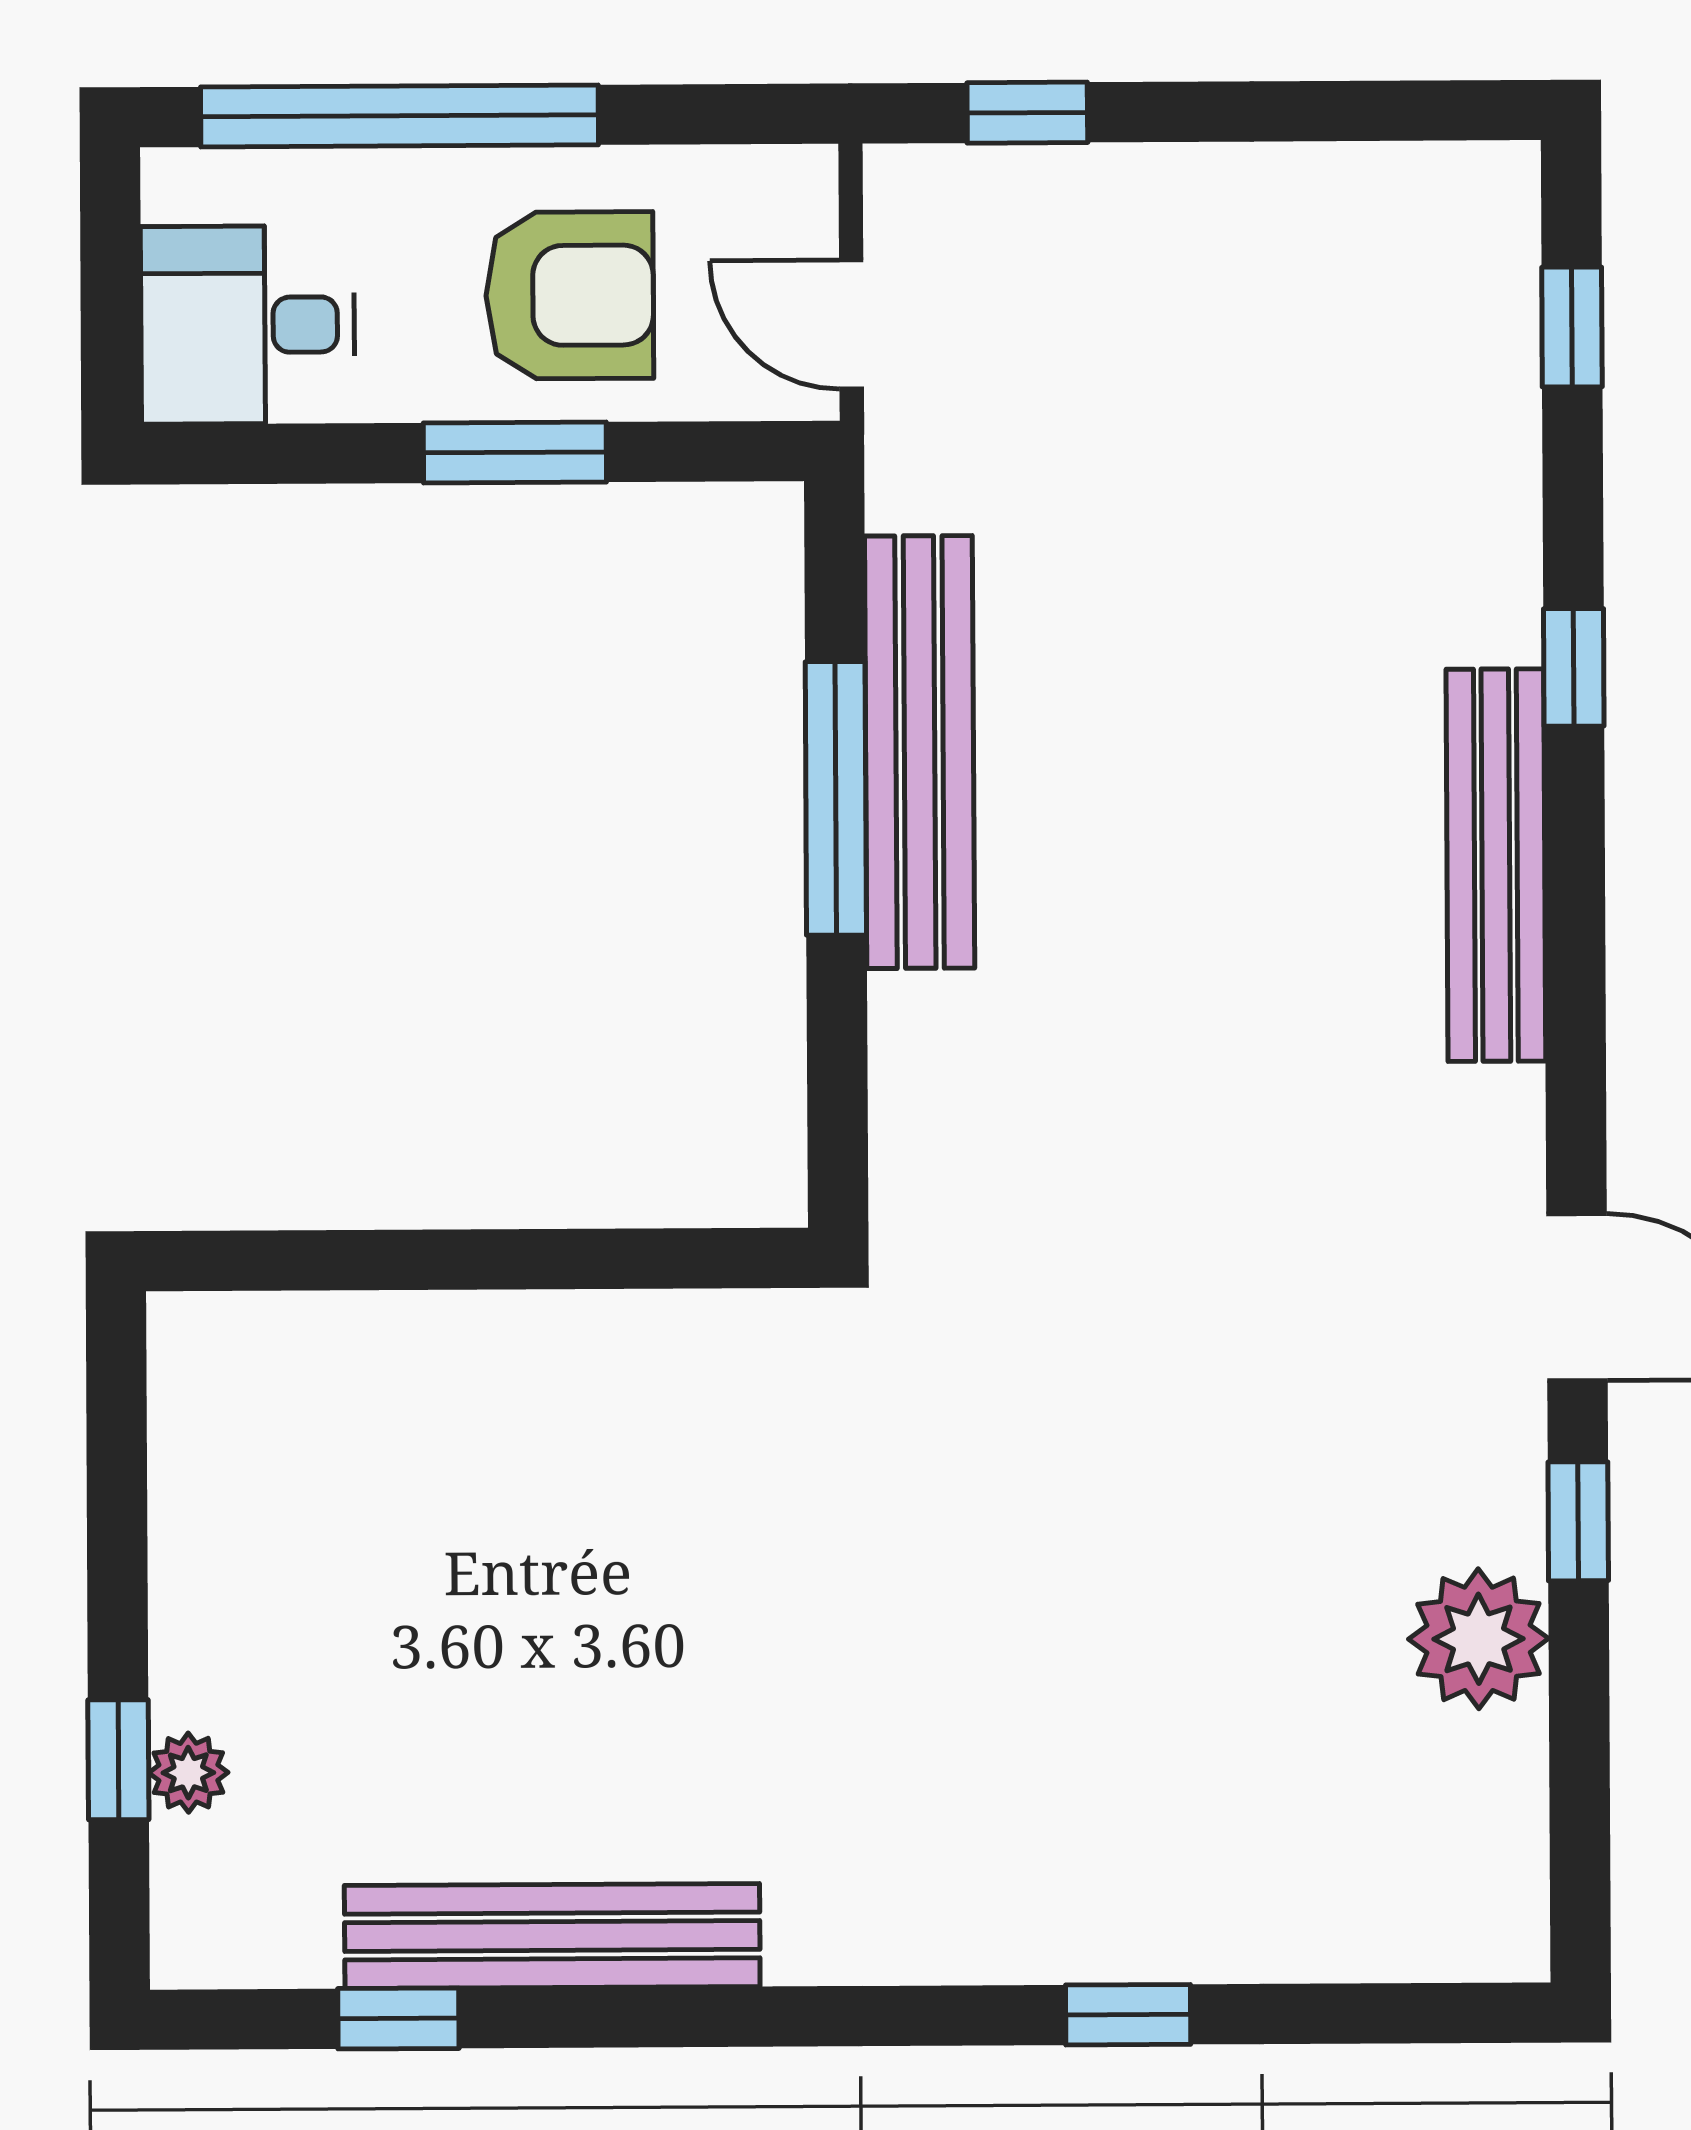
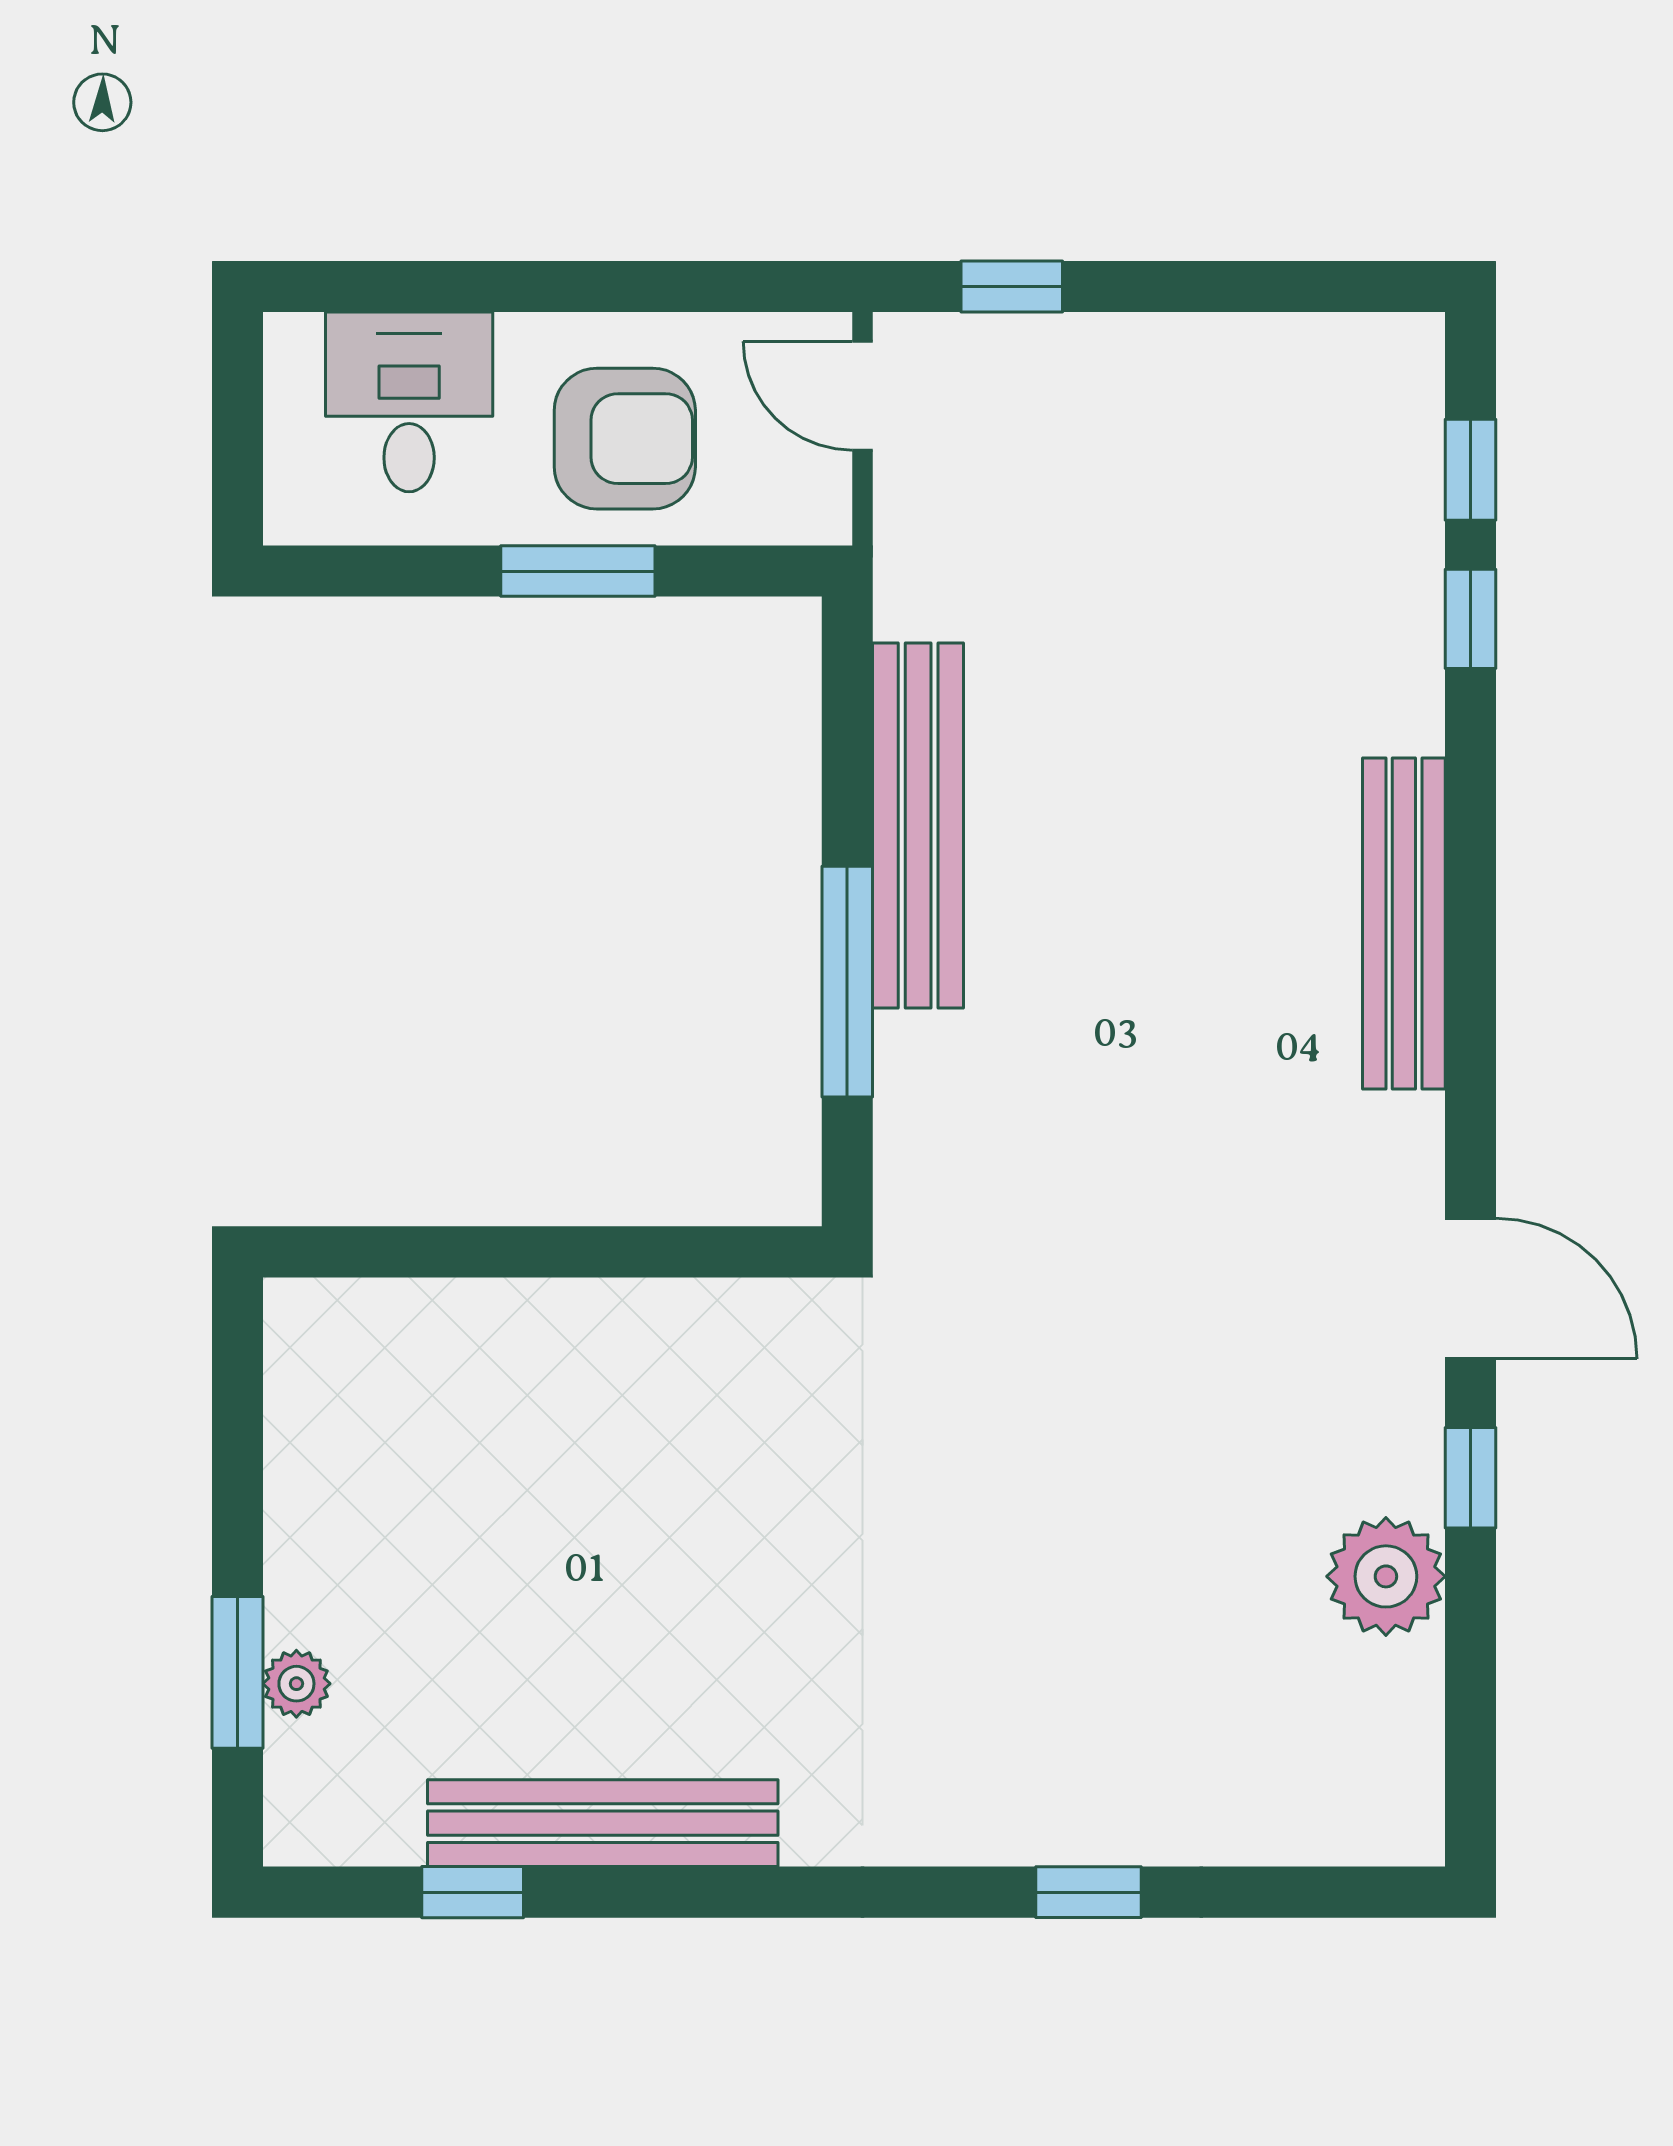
window: (399, 116) -> (482, 286), removed
desk: (248, 325) -> (409, 402), moved, turned 90
door: (851, 325) -> (862, 396), moved
window: (1574, 667) -> (1471, 619), moved
window: (836, 798) -> (847, 982), moved
window: (118, 1760) -> (237, 1672), width x1.50

